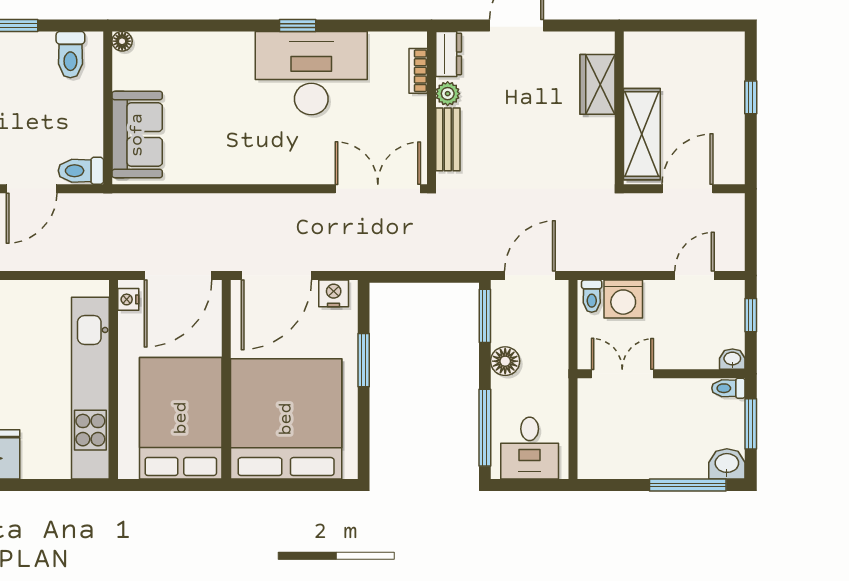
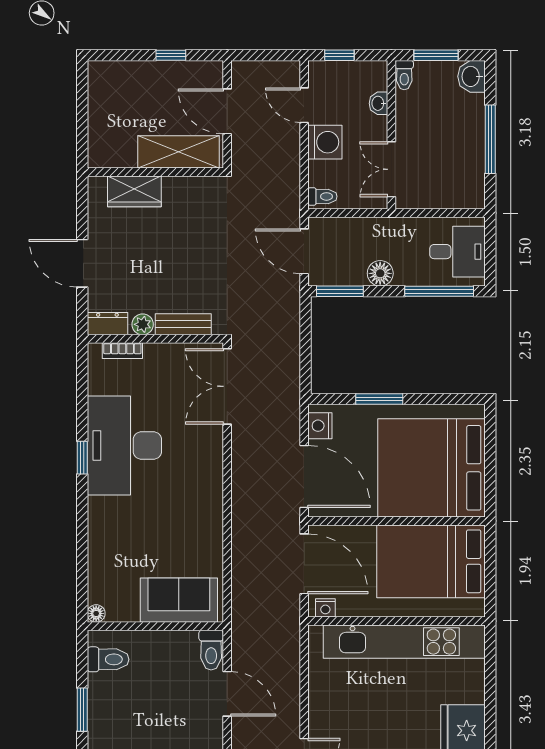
window: (751, 97) -> (171, 55), moved
washing machine: (623, 299) -> (325, 142), moved
washbasin: (732, 359) -> (378, 103), moved
window: (688, 485) -> (490, 139), moved

